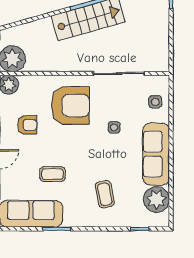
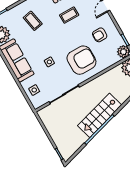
armchair: (70, 105) -> (81, 60), turned 180

